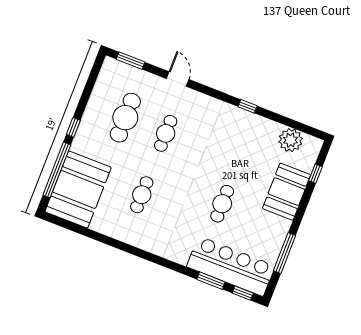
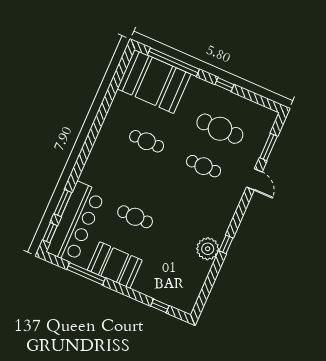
window: (130, 61) -> (269, 147), moved
door: (178, 79) -> (254, 179), hinge flipped
window: (73, 127) -> (225, 84), moved
plant: (291, 140) -> (208, 249), moved
booth: (287, 192) -> (115, 265), moved

